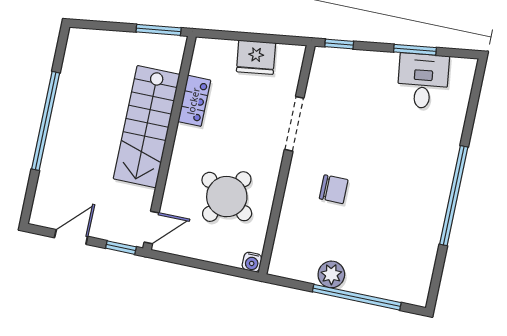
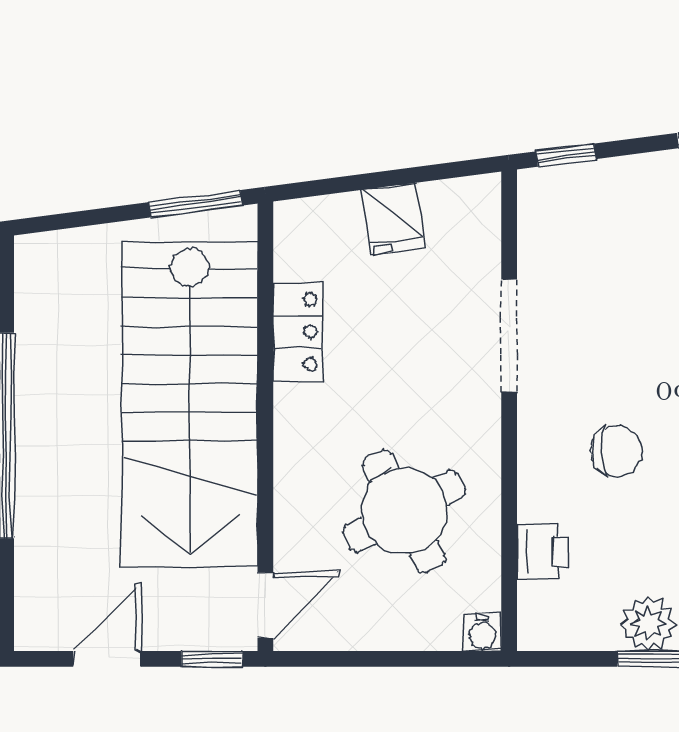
fridge: (256, 57) -> (393, 219), width x0.72
stairs: (147, 127) -> (190, 404), width x1.36, depth x1.51
round table: (227, 197) -> (404, 511), turned 30
printer: (288, 230) -> (542, 551), added

